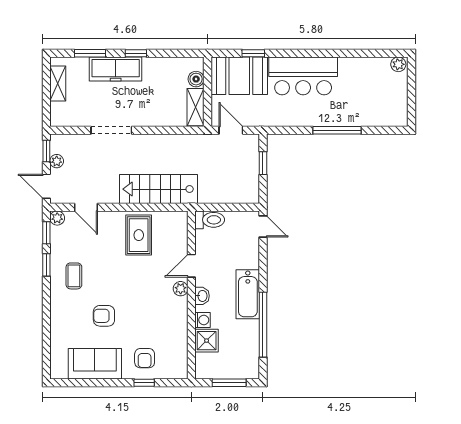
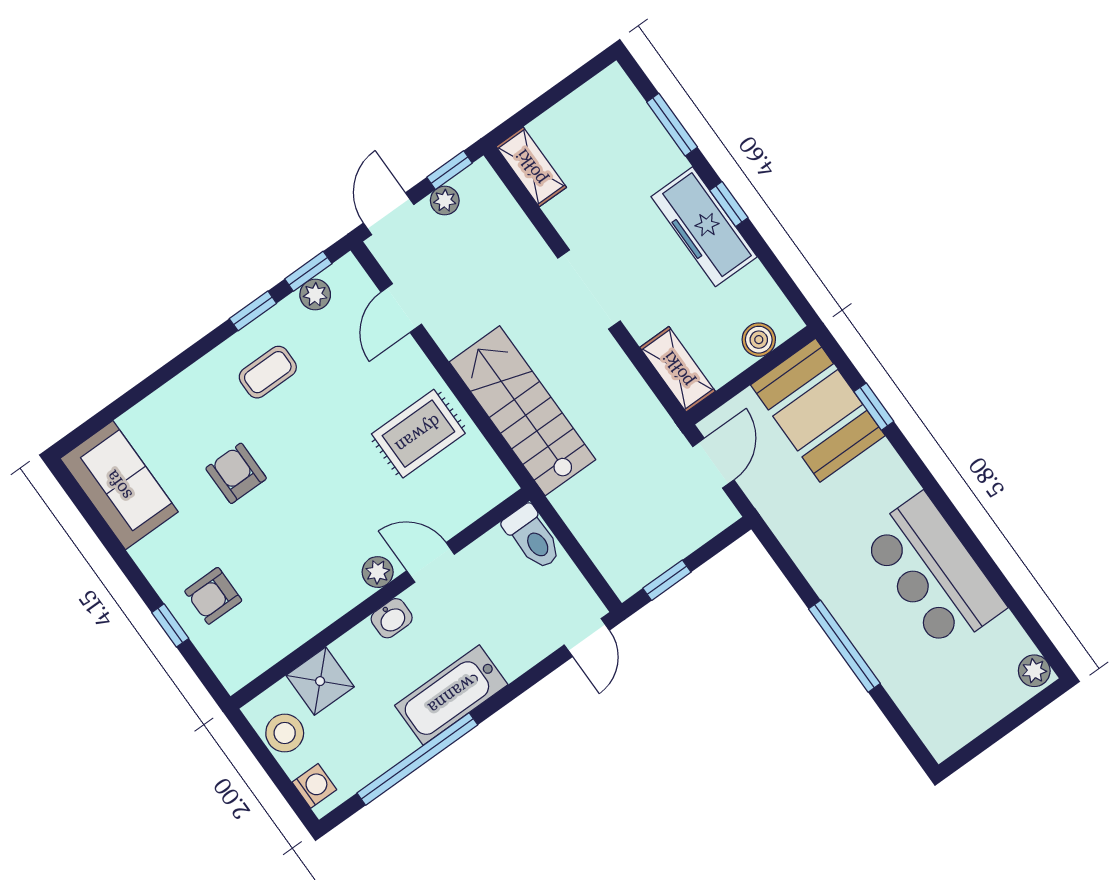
freezer: (116, 69) -> (704, 227), moved
bar counter: (303, 76) -> (933, 572), moved
shelving: (58, 84) -> (531, 167), moved, turned 90
shelving: (195, 107) -> (678, 369), moved, turned 90
doorway: (111, 130) -> (589, 290), moved
window: (263, 163) -> (667, 580), moved
plant: (57, 218) -> (315, 295), moved
washing machine: (203, 320) -> (314, 786), moved, turned -90
sofa: (95, 364) -> (119, 485), moved
stool: (217, 368) -> (285, 733), added
window: (229, 383) -> (275, 772), removed

